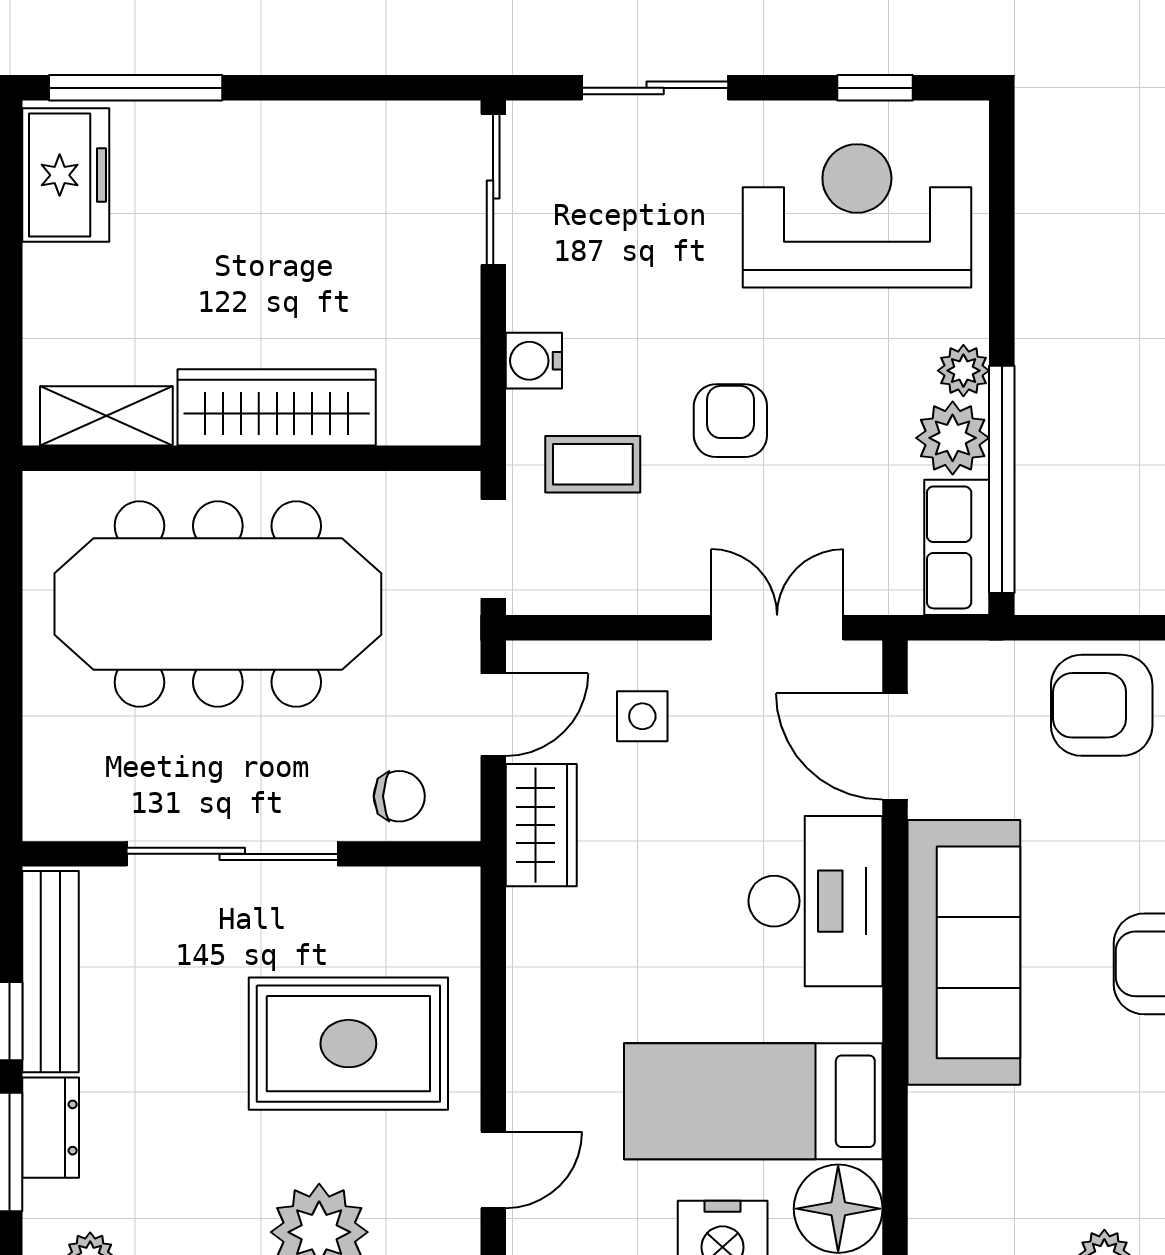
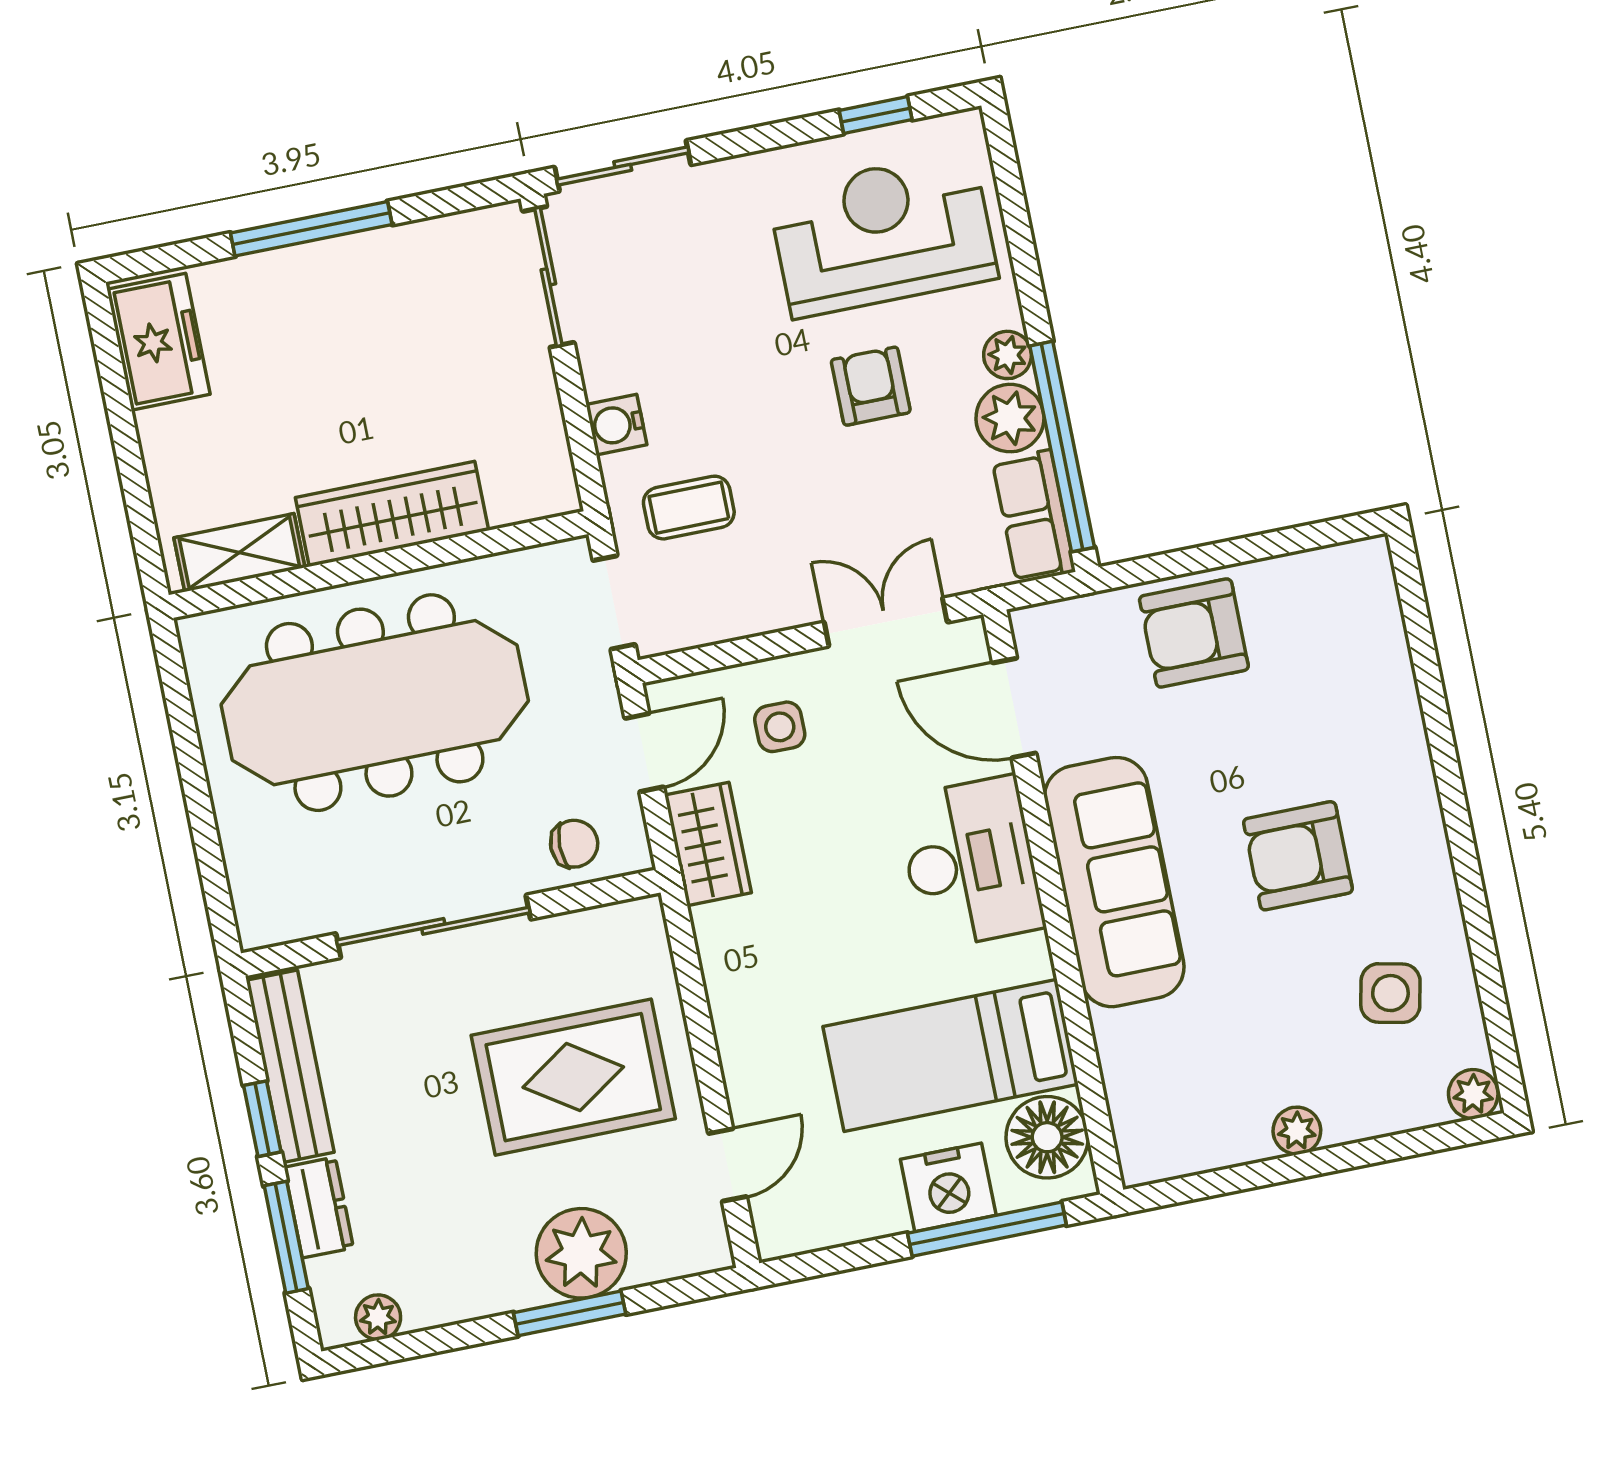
window: (136, 88) -> (311, 229), moved
sliding door: (655, 88) -> (623, 166), moved
armchair: (730, 421) -> (871, 386), moved

